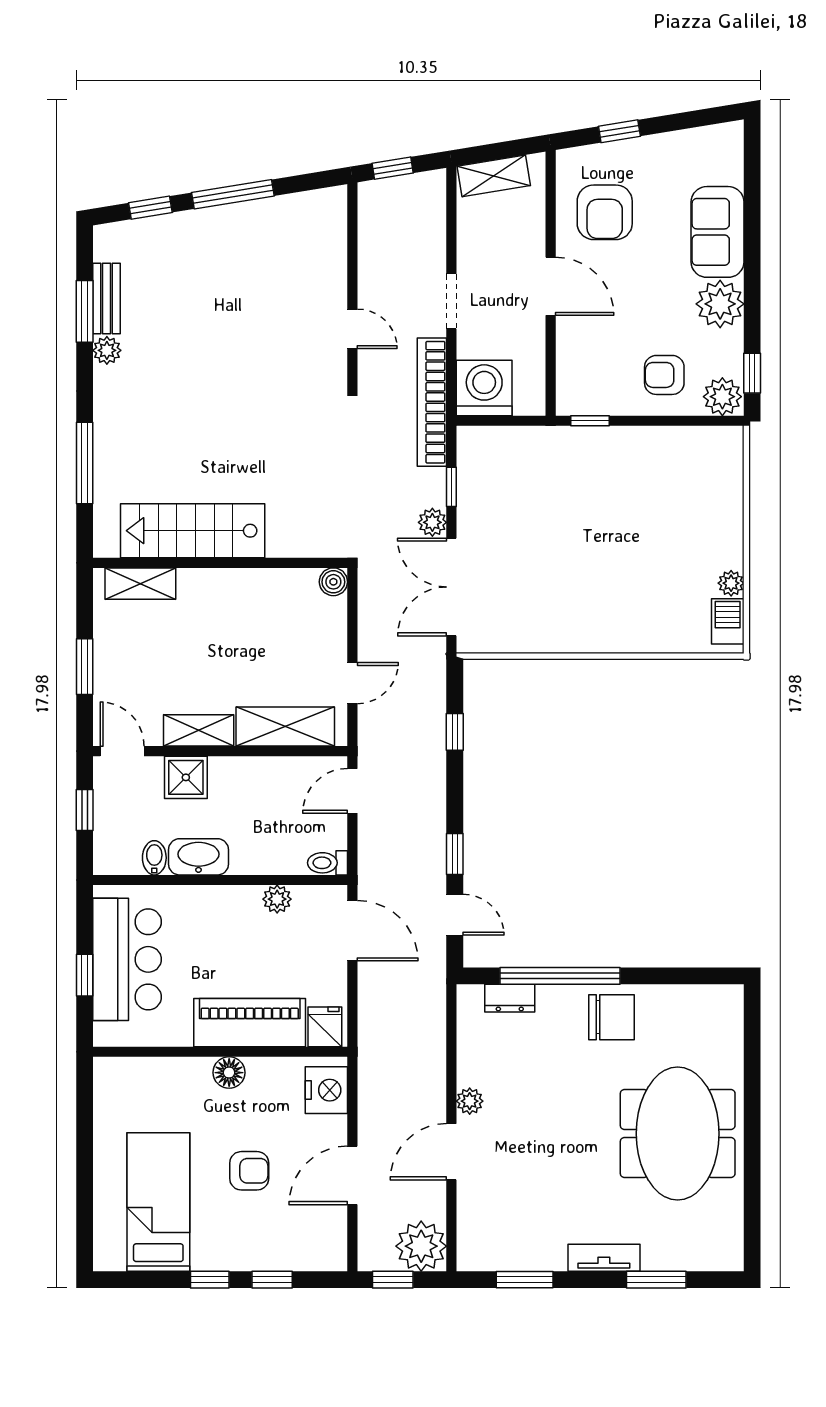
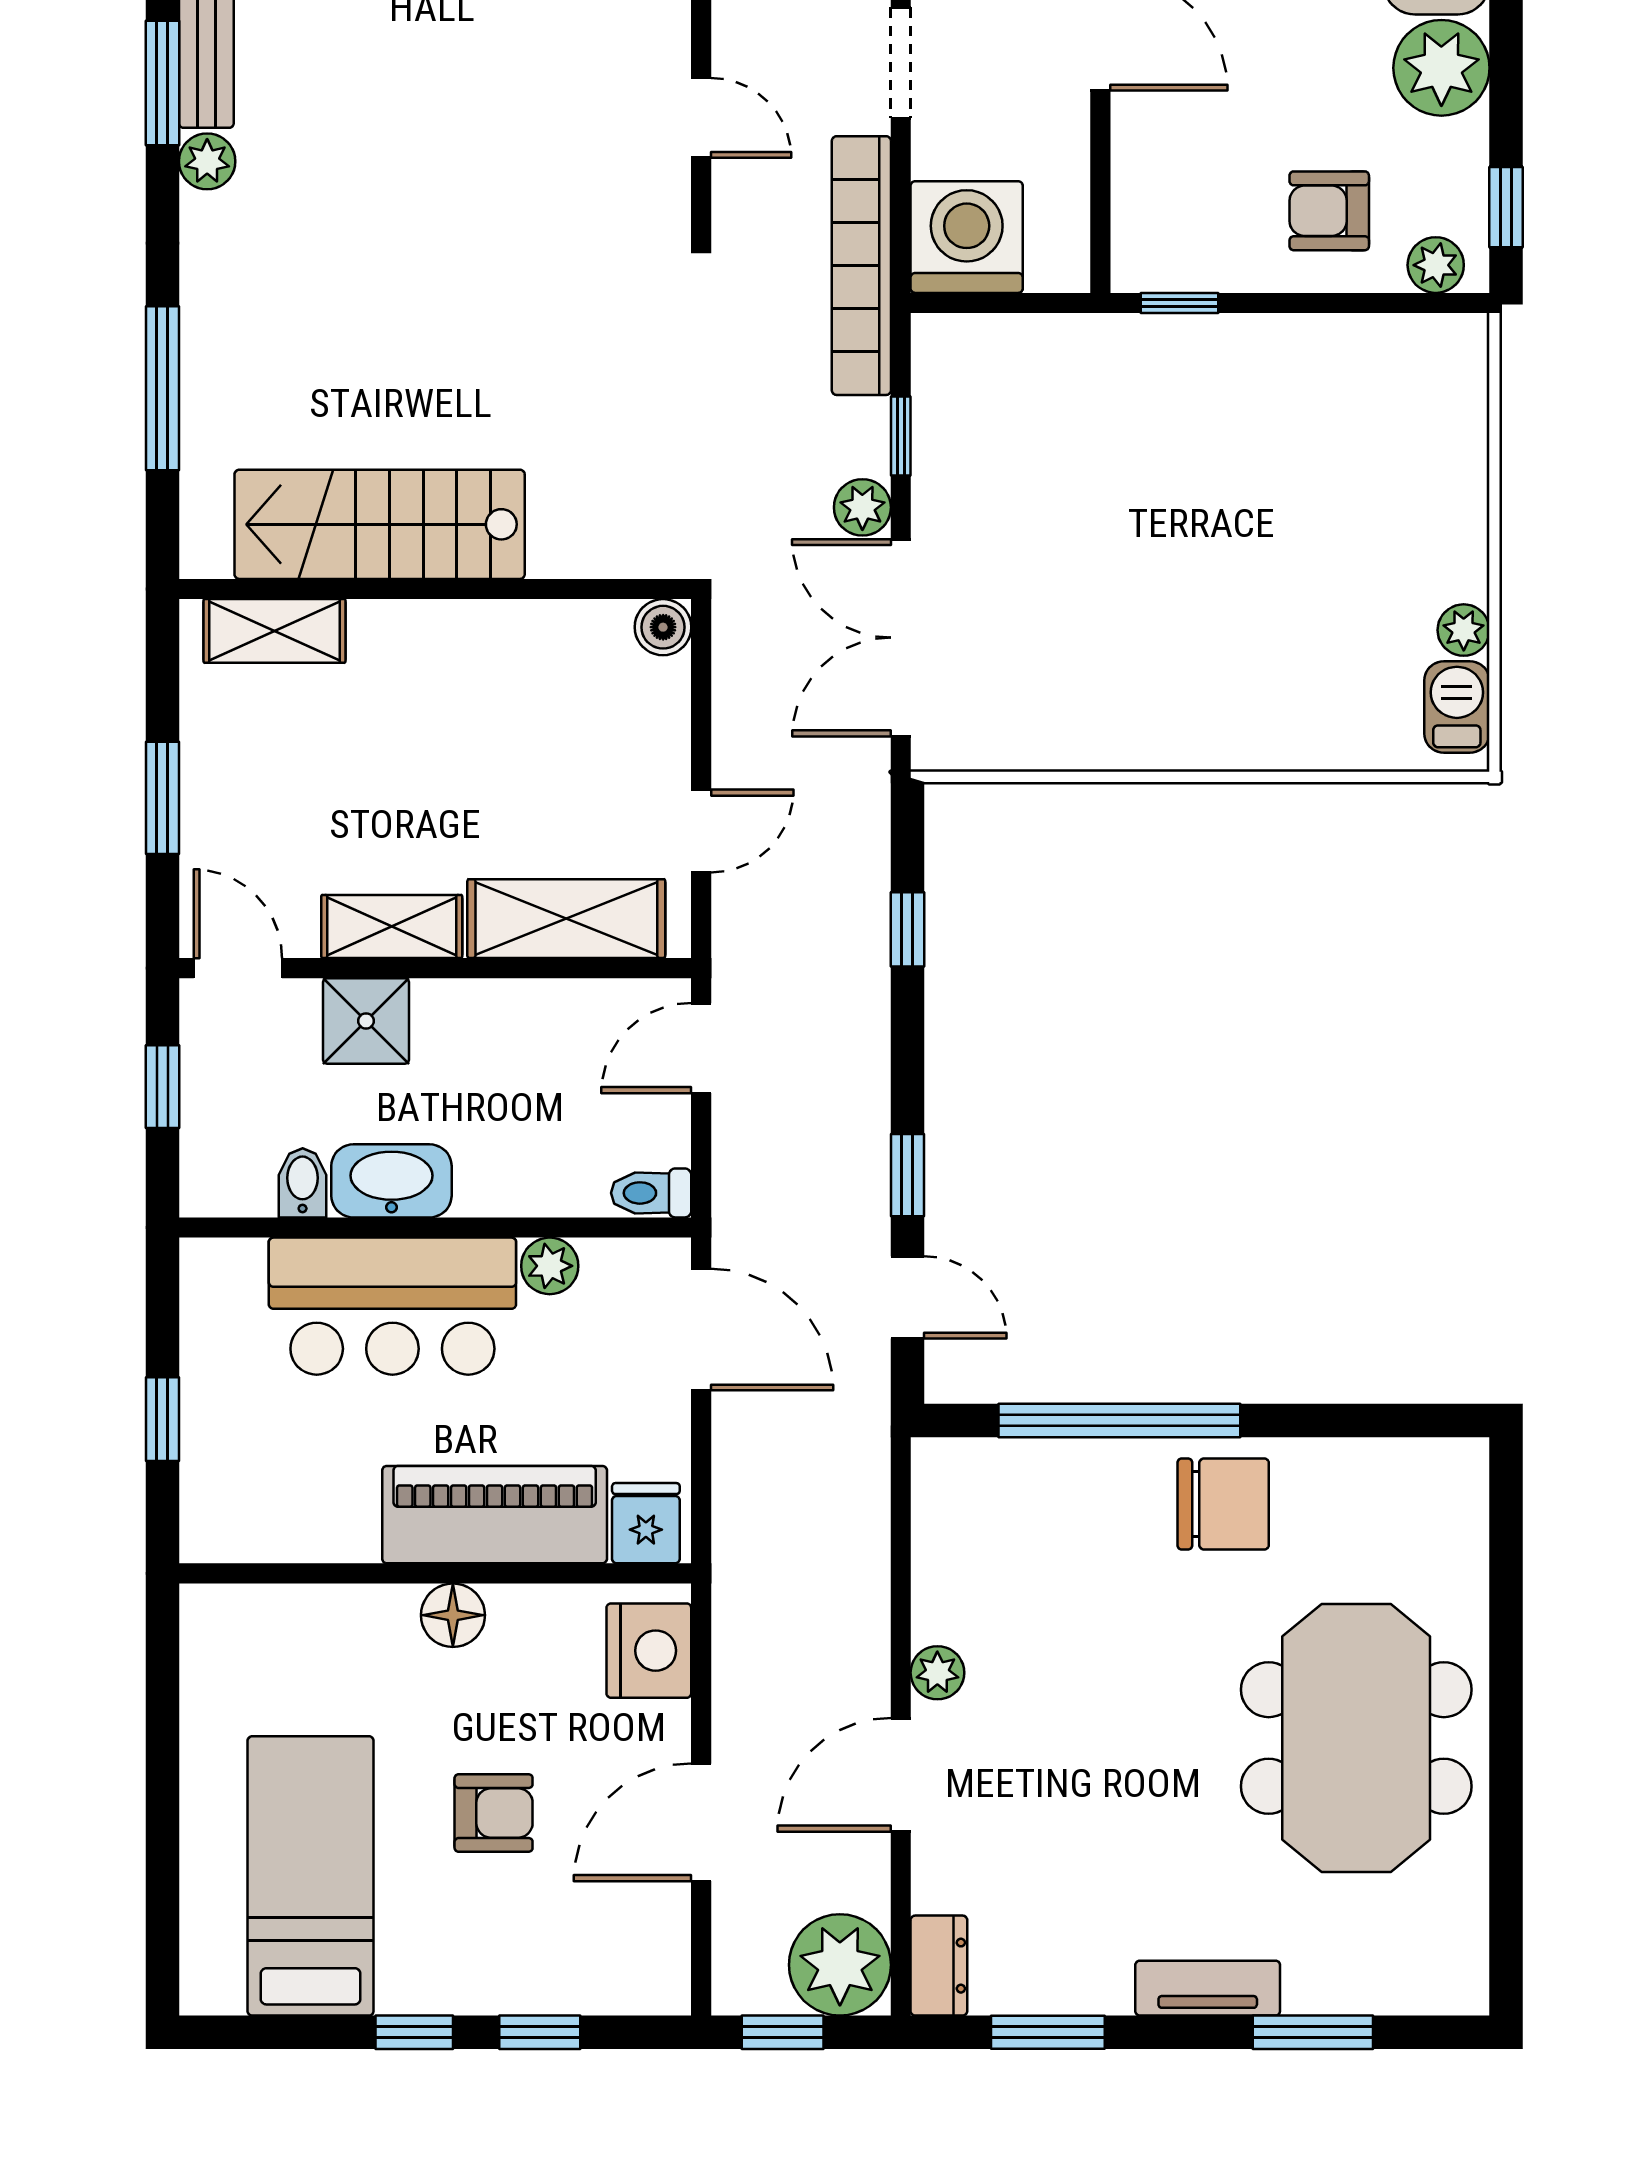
plant: (722, 397) -> (1436, 265), width x0.73, depth x0.73
bar counter: (127, 959) -> (392, 1306), moved, turned 90
dresser: (510, 998) -> (939, 1966), moved, turned -90

